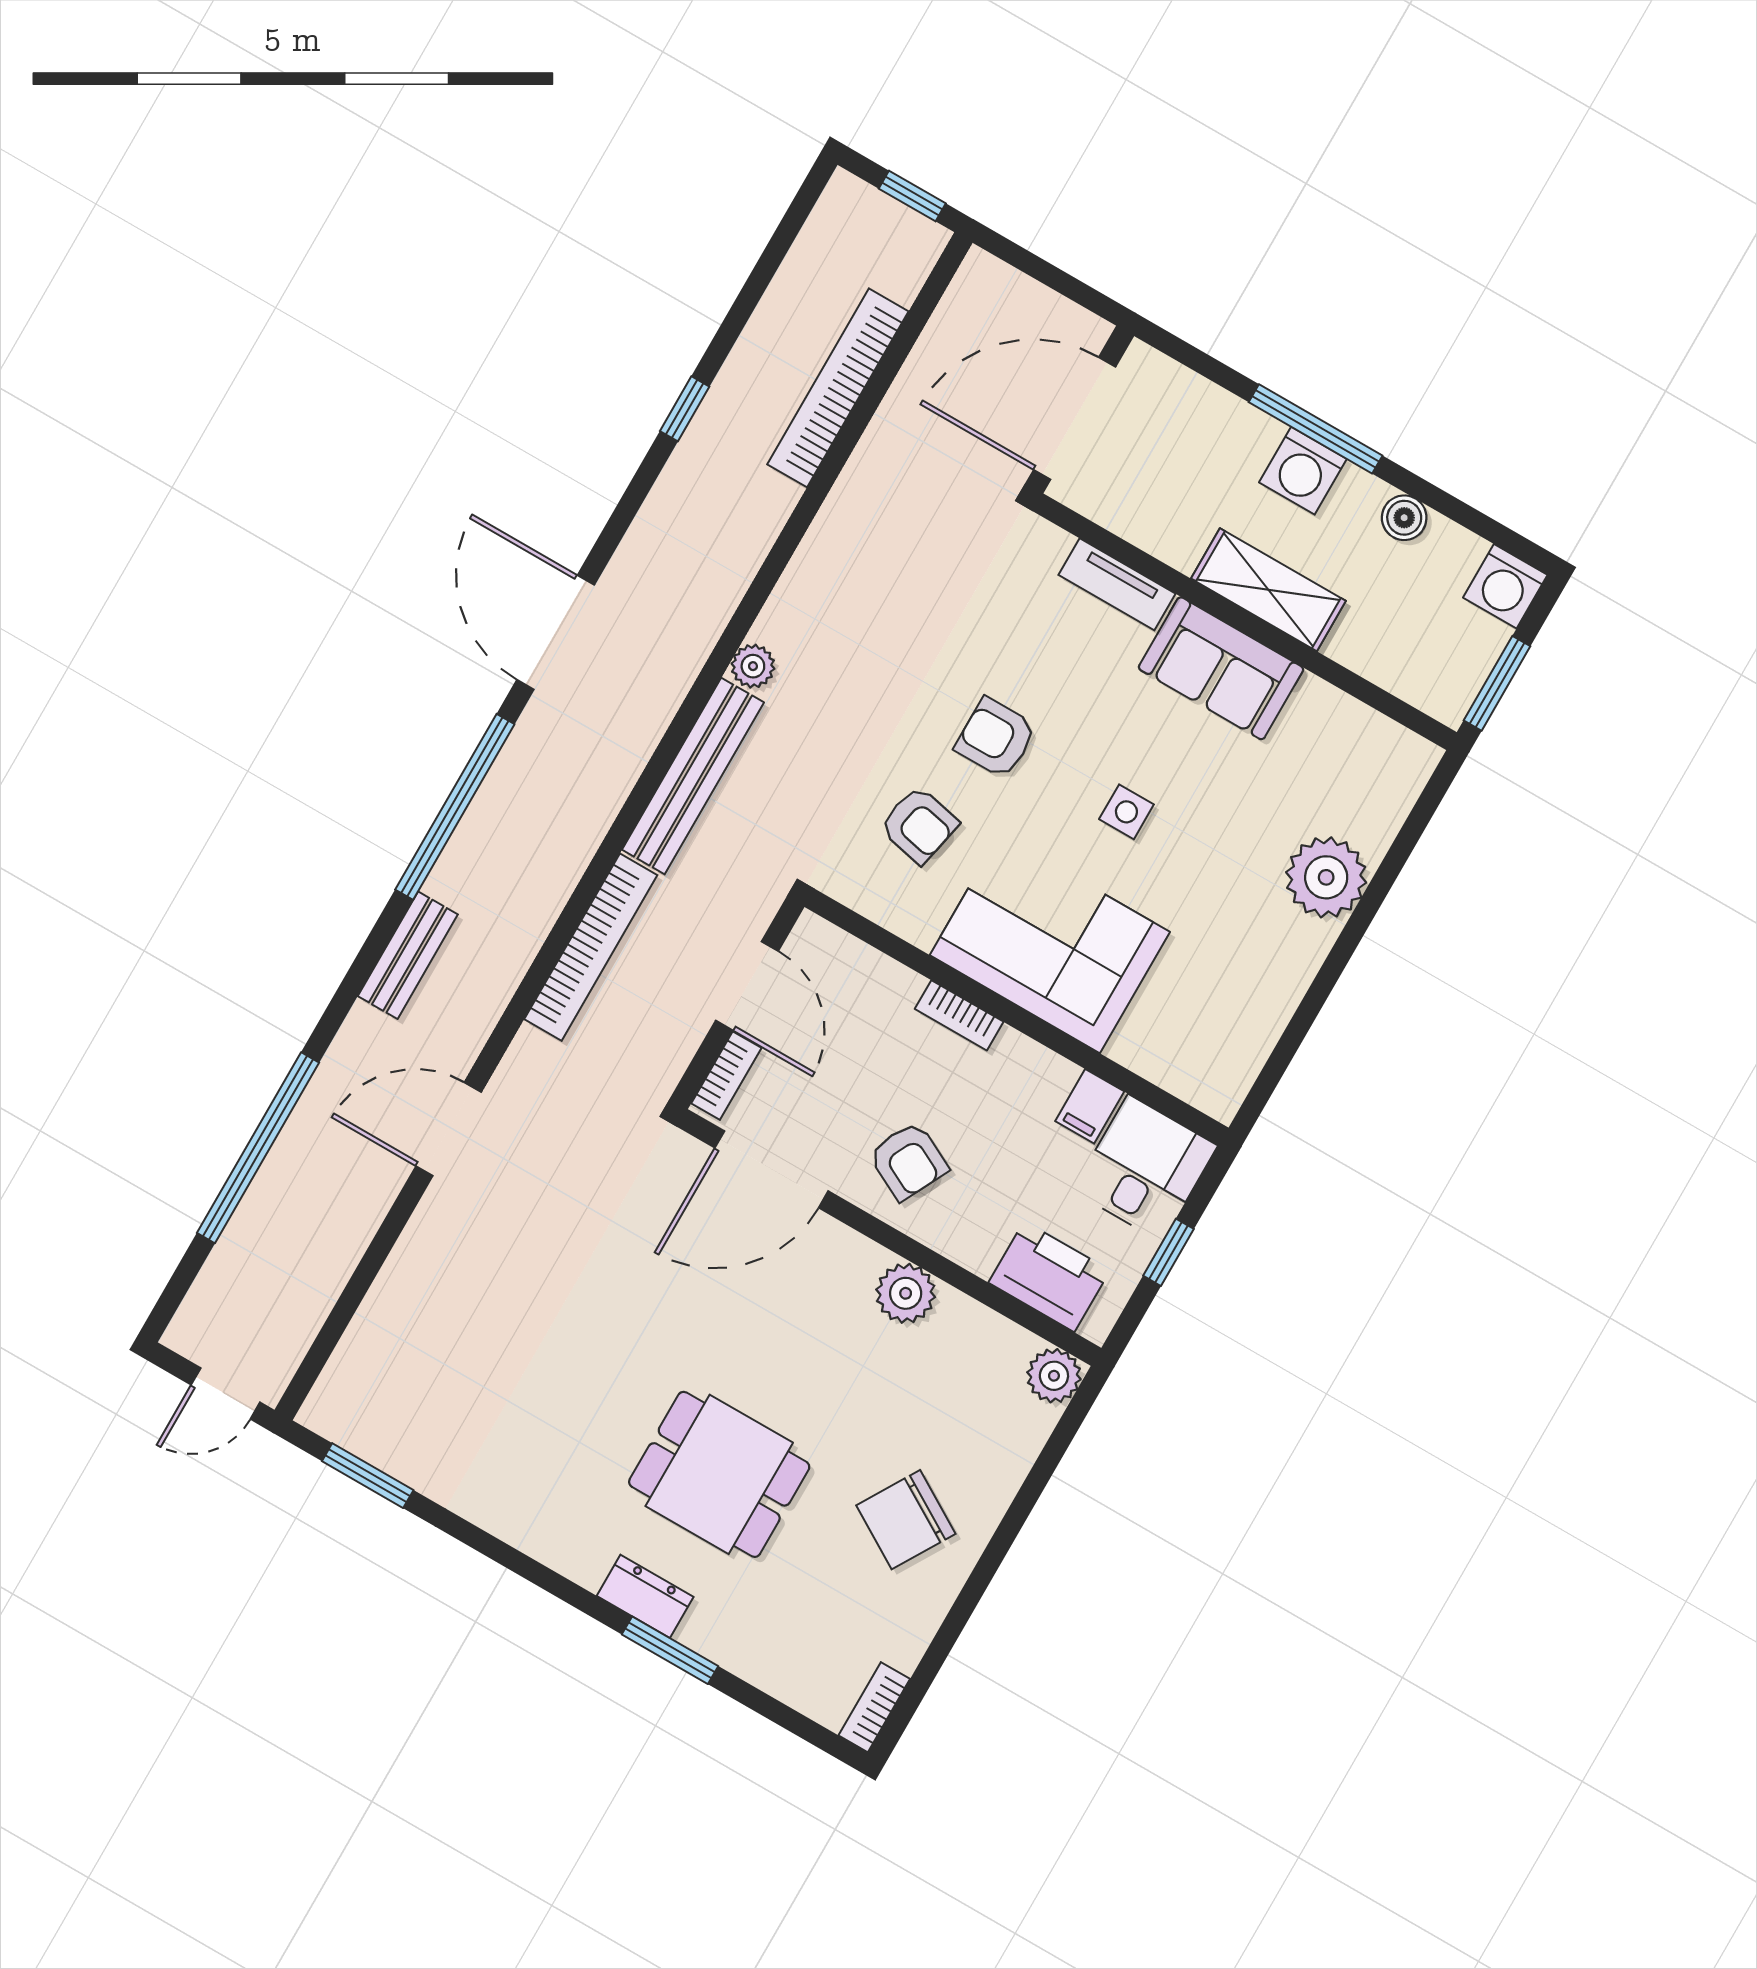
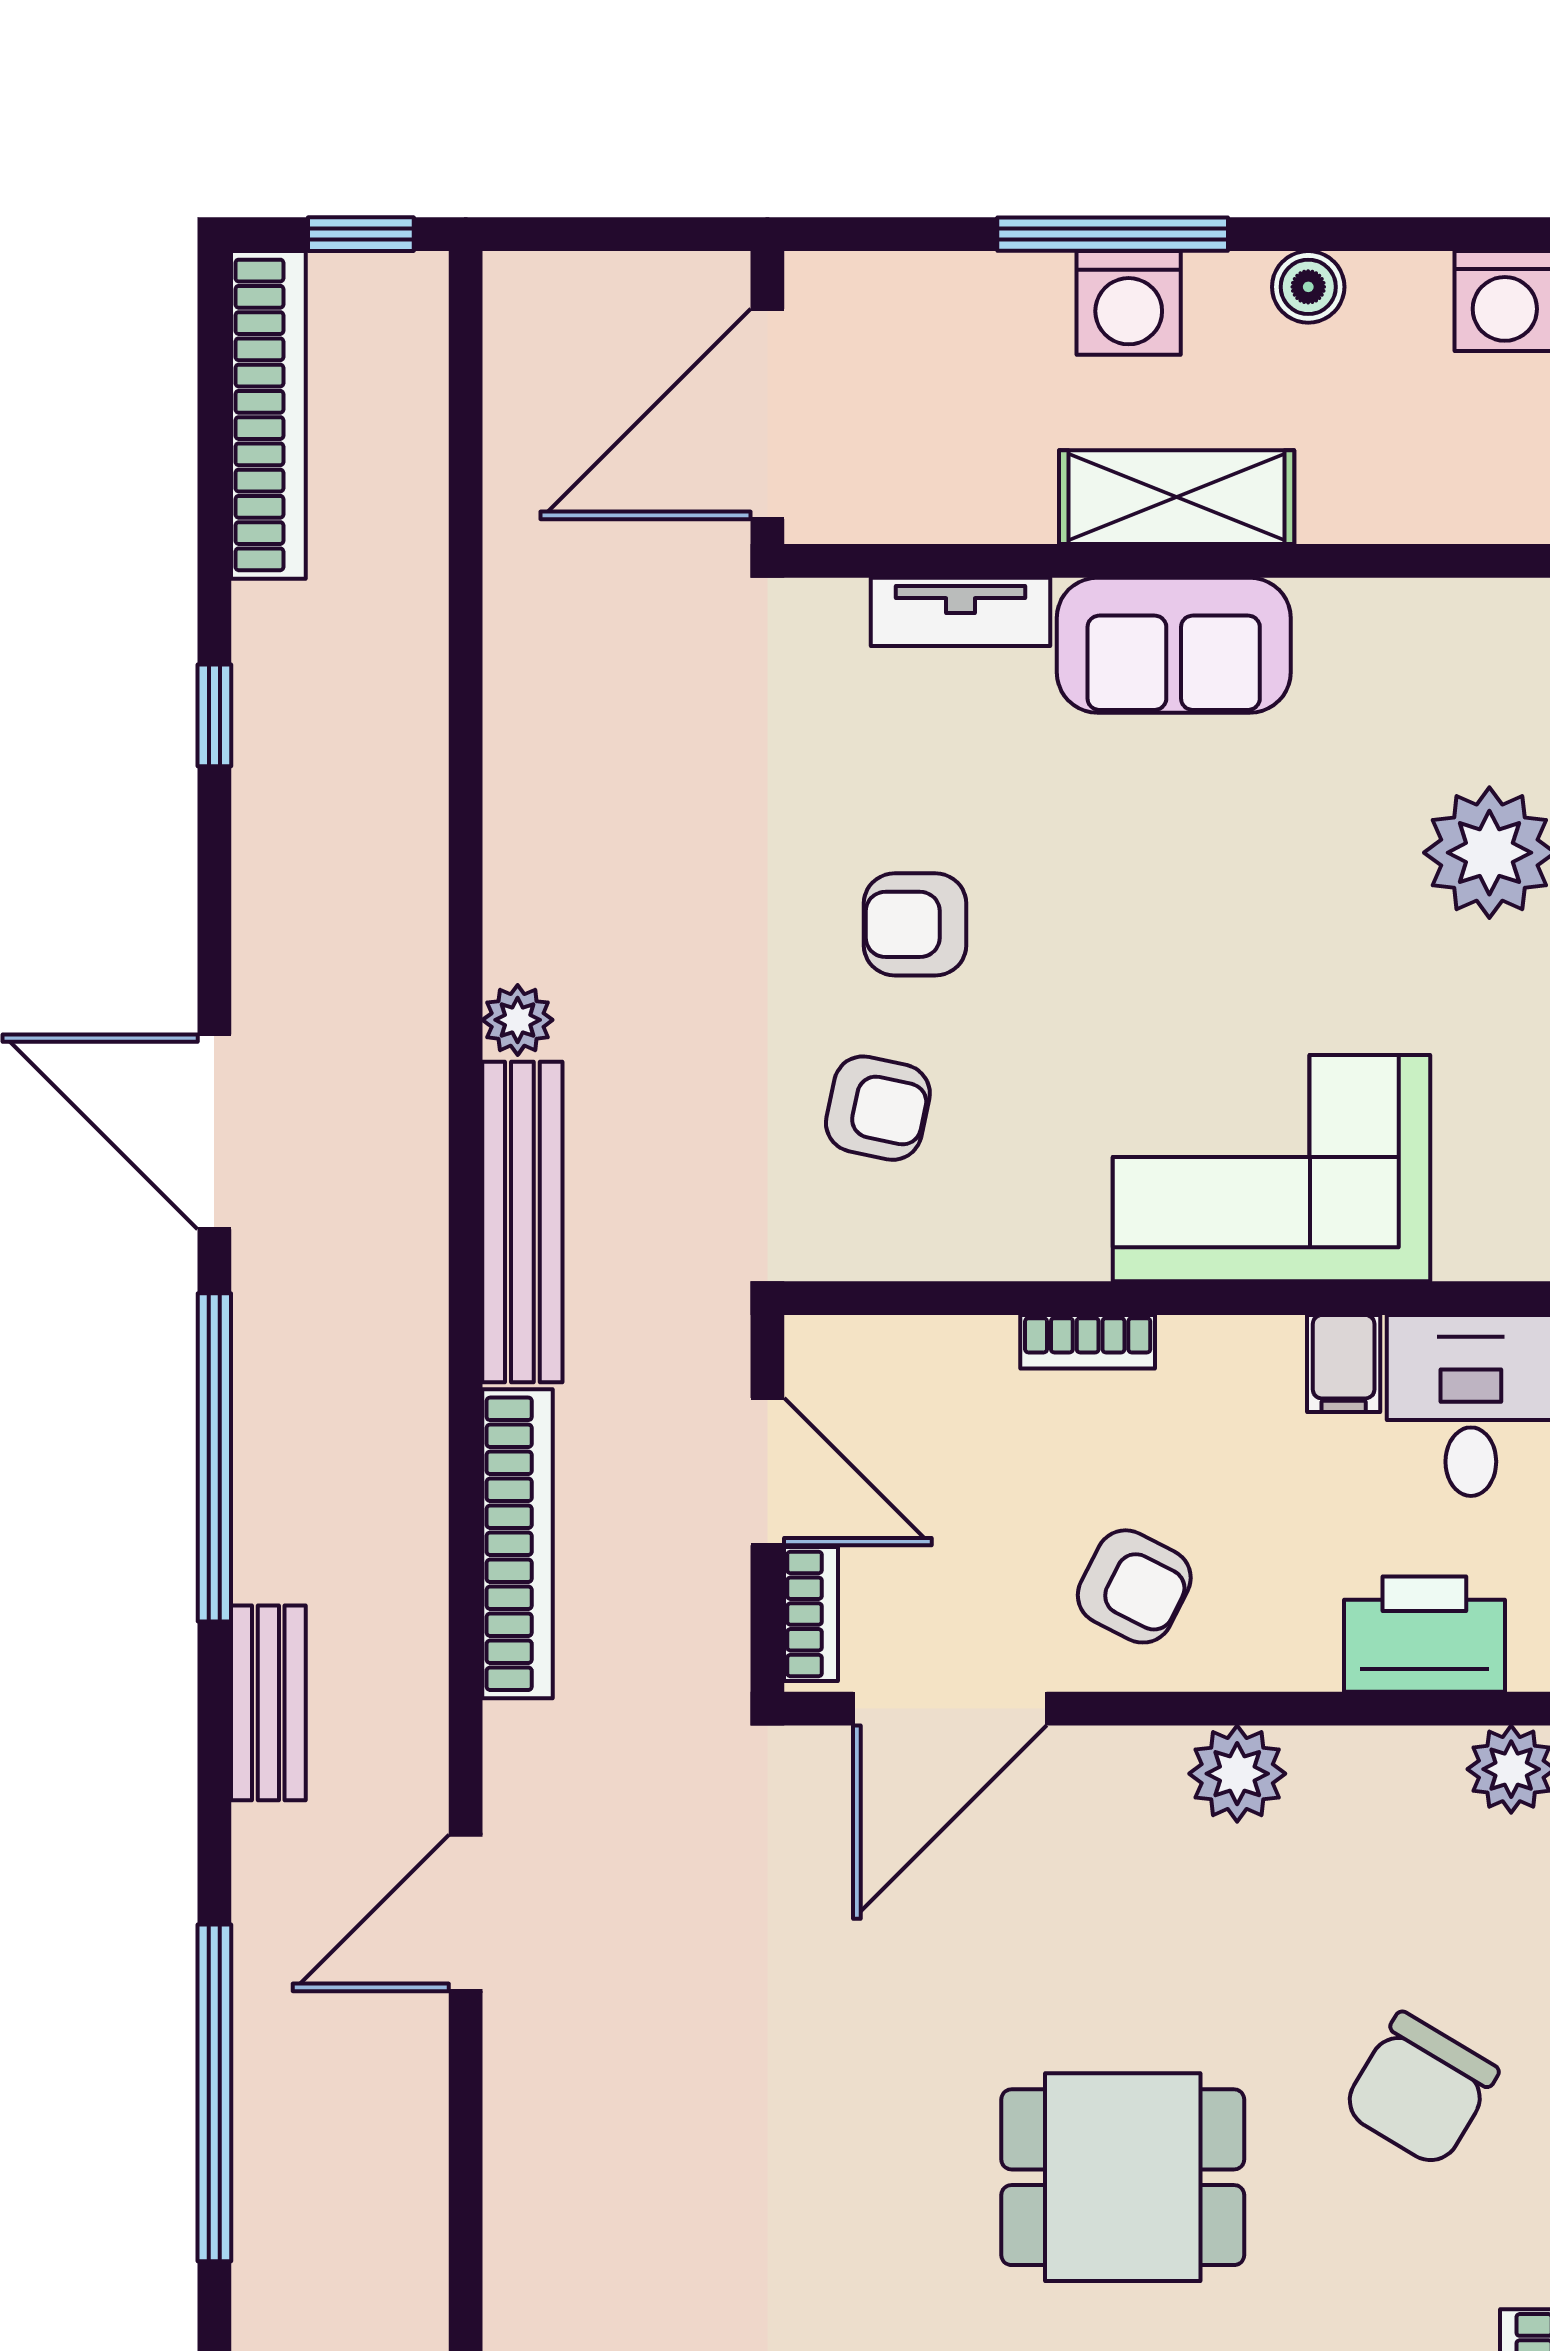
bookcase: (838, 388) -> (268, 415), moved, turned 180
side table: (1126, 812) -> (1157, 922), removed
corner sofa: (1050, 944) -> (1272, 1168), moved

